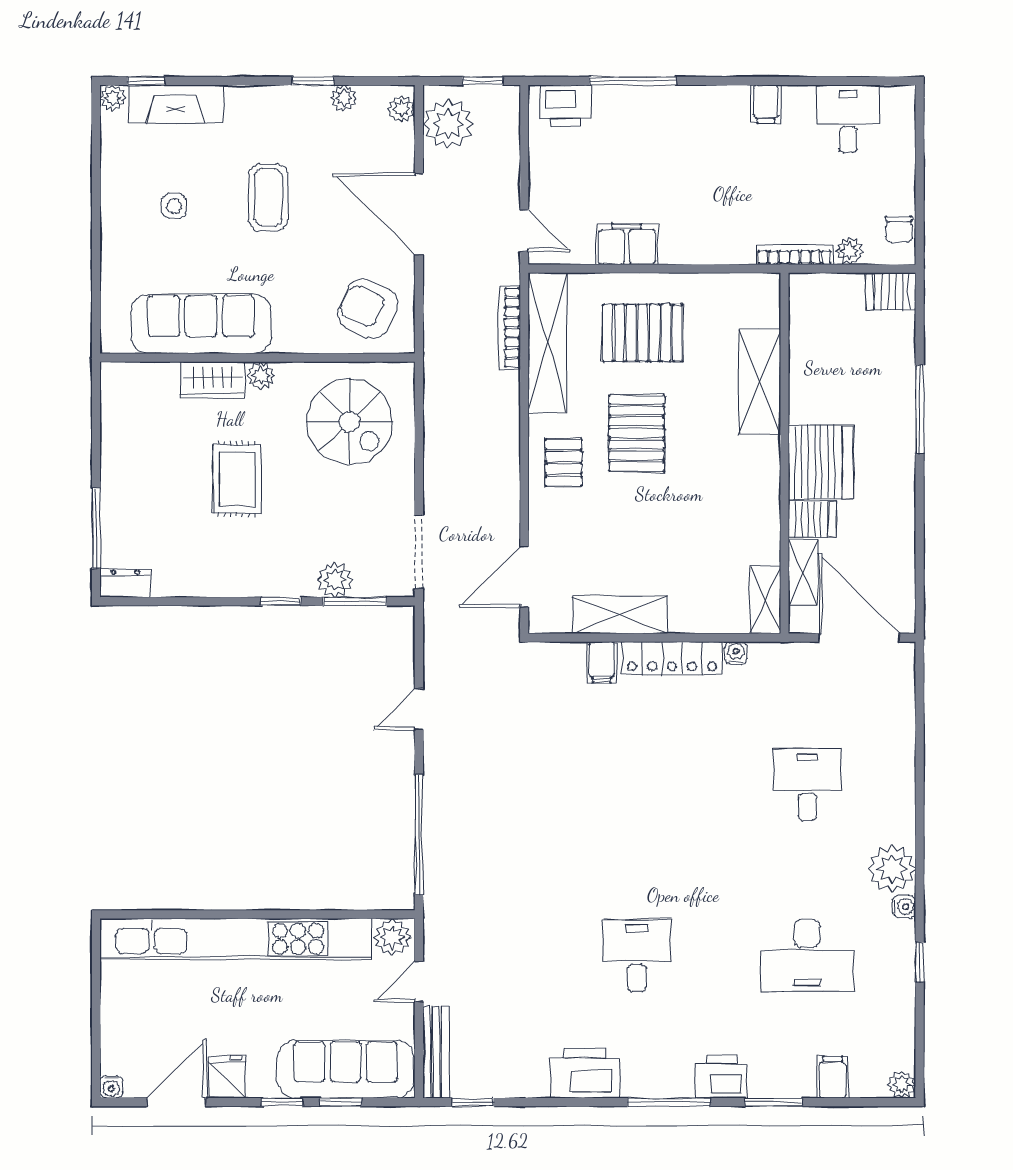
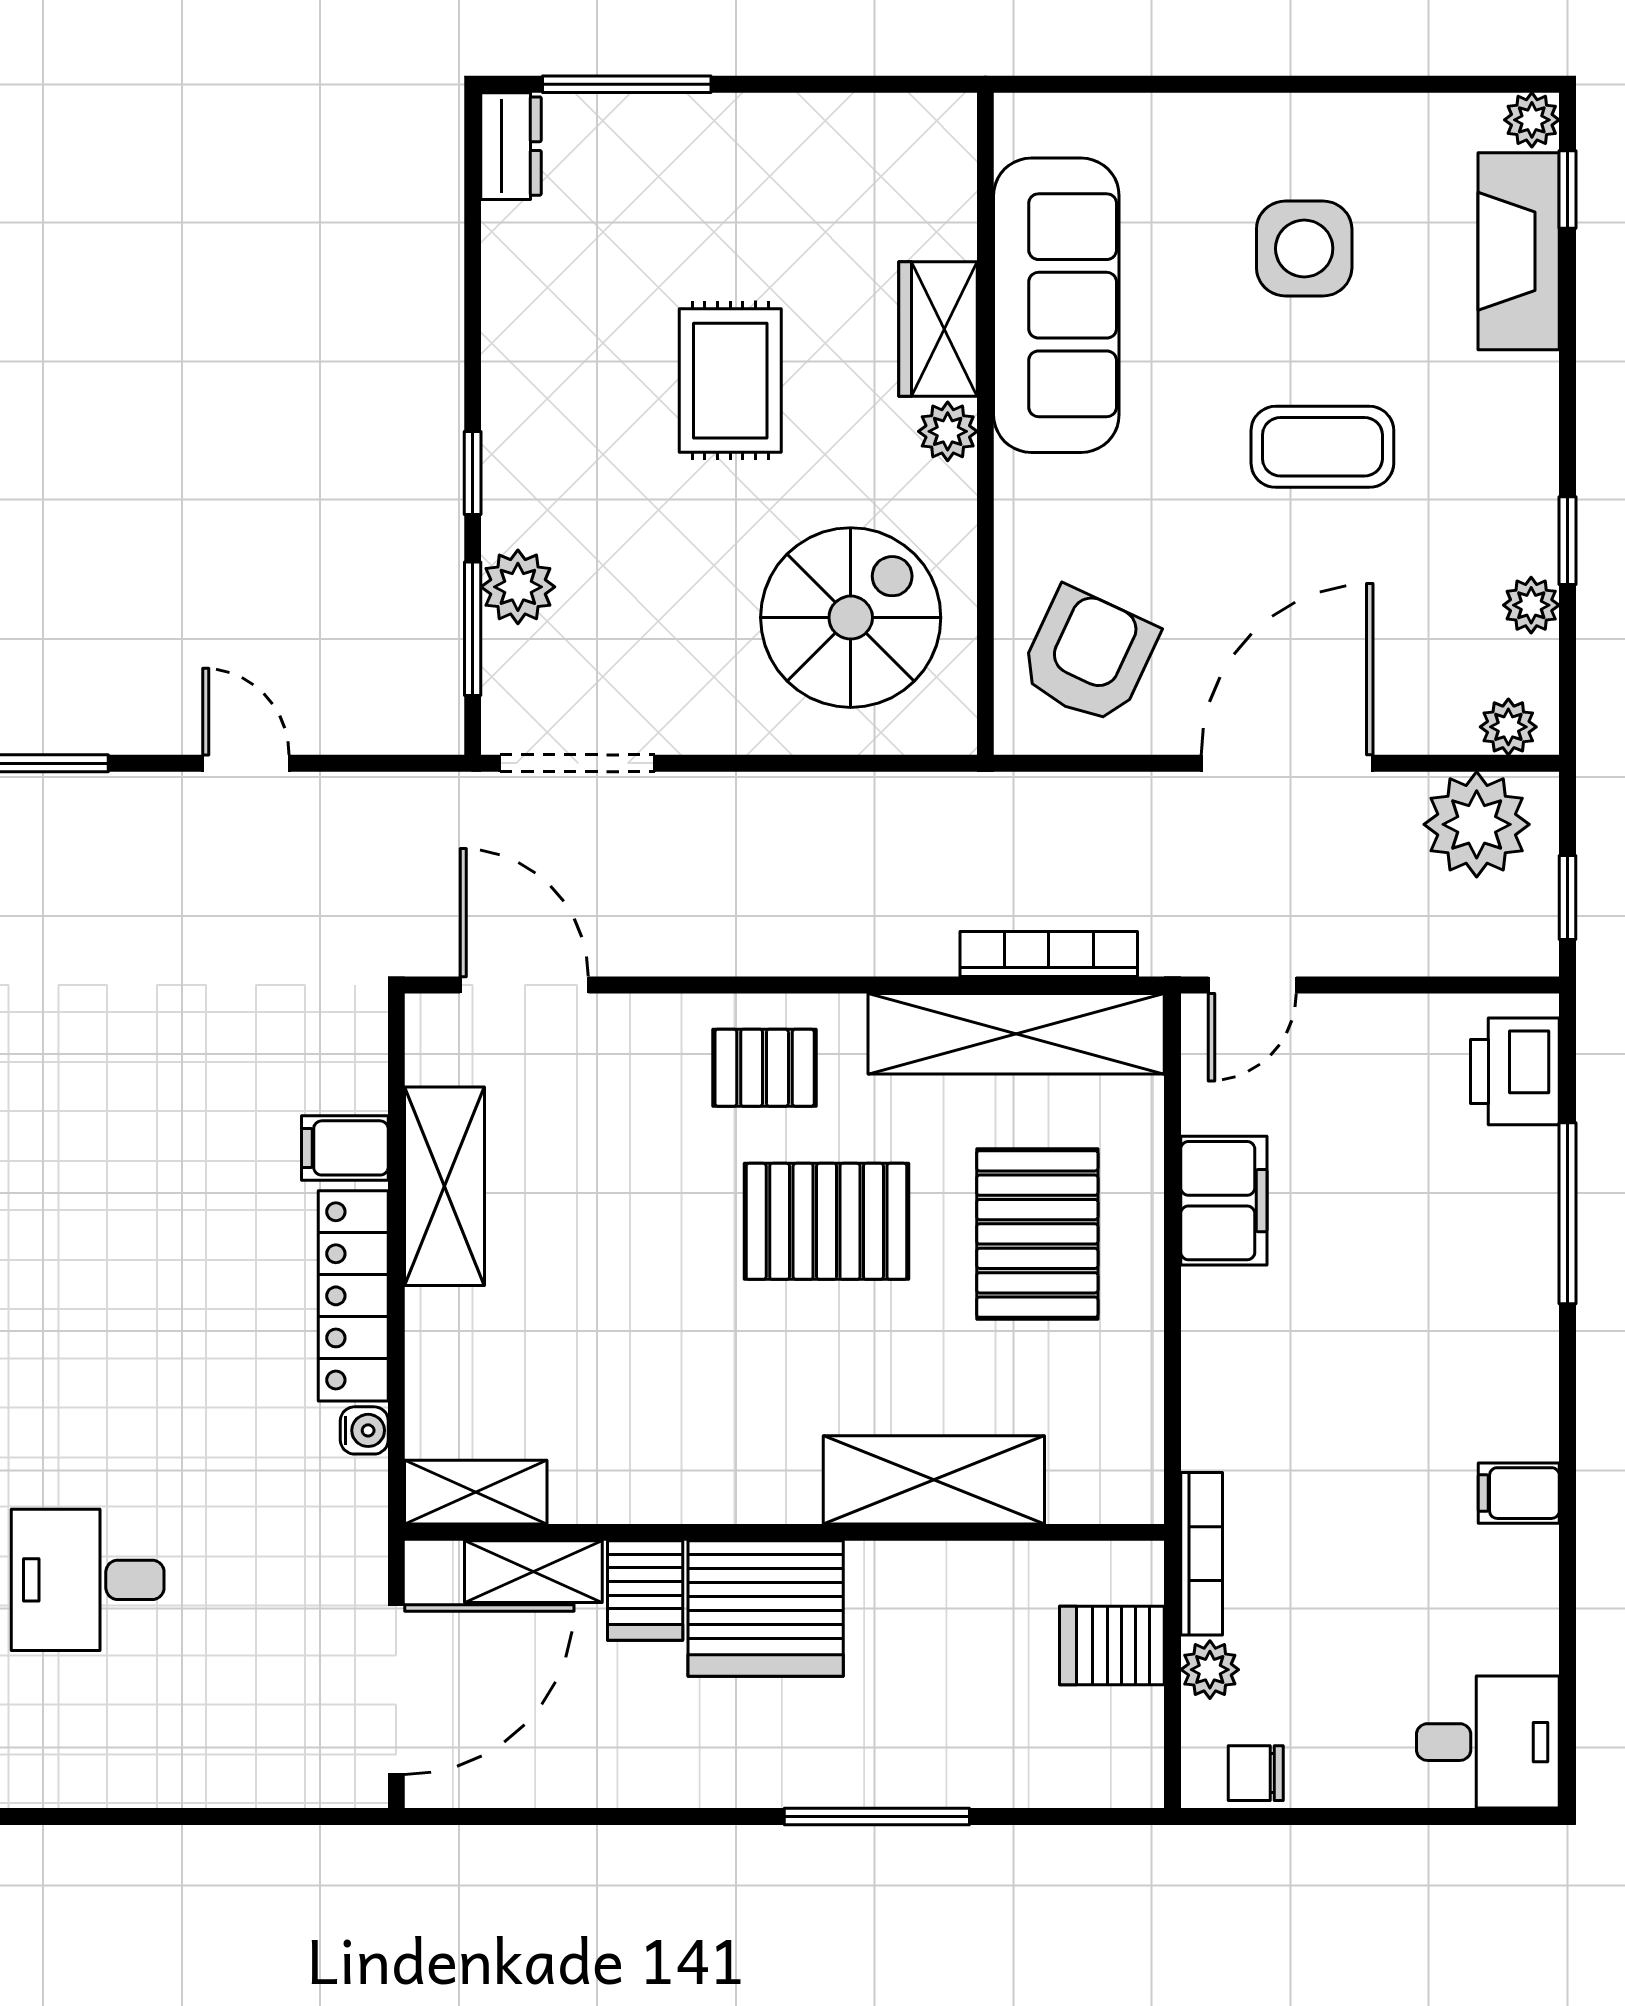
desk: (848, 119) -> (1488, 1742), moved
side table: (174, 206) -> (1304, 248), width x1.87, depth x1.87
server rack: (891, 291) -> (1112, 1646), moved, turned -90
spiral stairs: (350, 422) -> (851, 618), turned 180
rug: (237, 479) -> (730, 381), turned 90
desk: (807, 784) -> (88, 1580), turned 180

